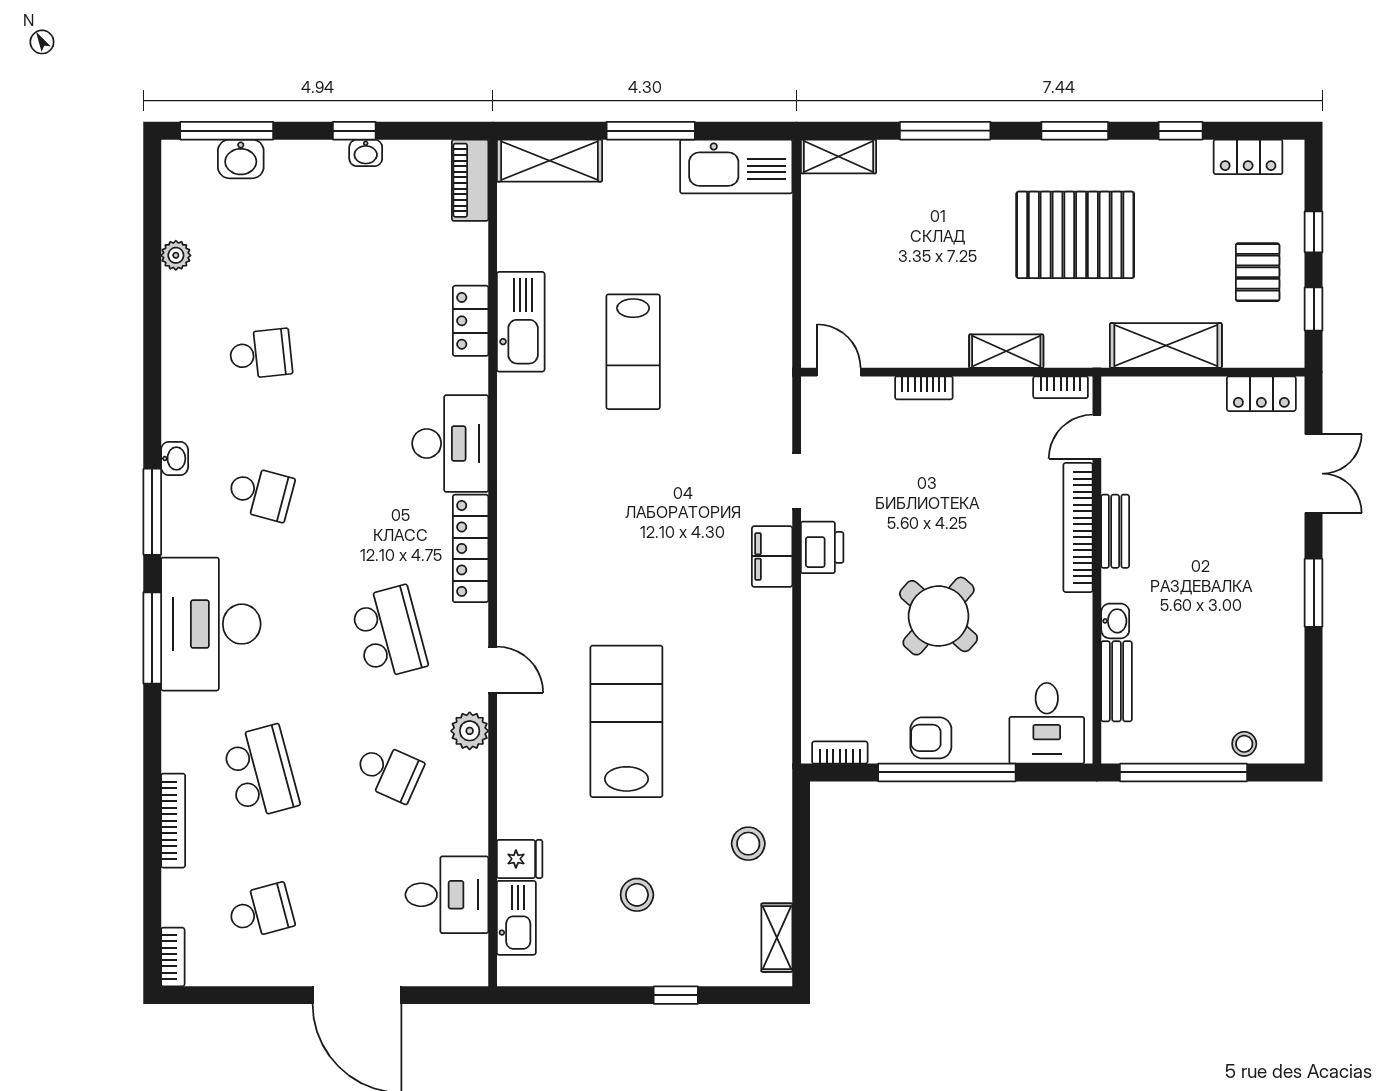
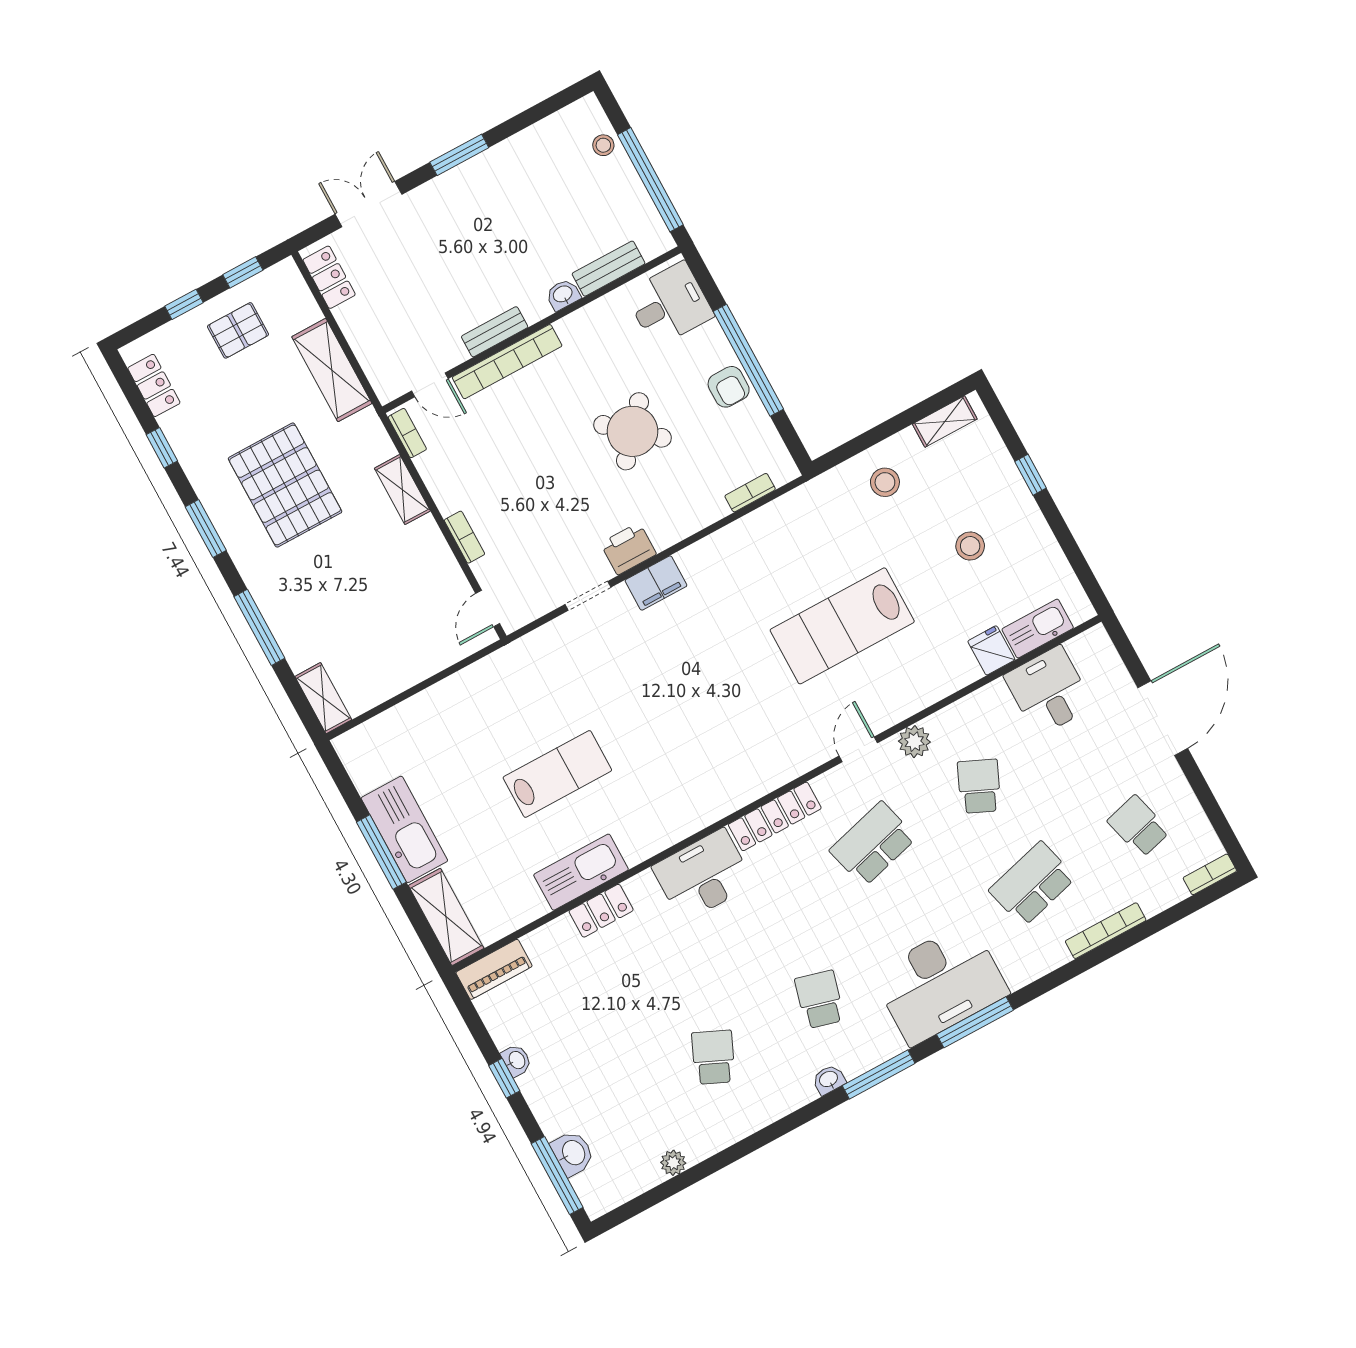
kitchen sink: (736, 166) -> (404, 829), moved
school desk: (261, 354) -> (713, 1057), turned 30
bookcase: (840, 753) -> (750, 493), moved, turned 90

